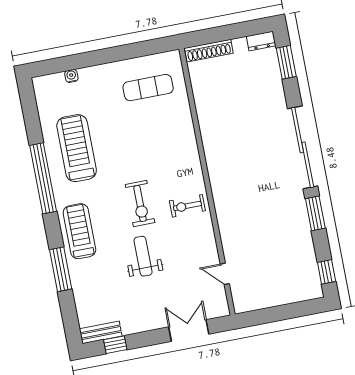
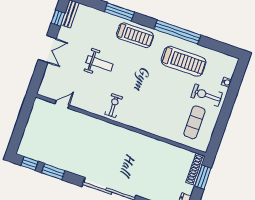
window: (213, 35) -> (203, 177), added
exercise bike: (140, 204) -> (207, 95), moved
window: (315, 213) -> (53, 172), moved
double door: (189, 331) -> (47, 49), moved

